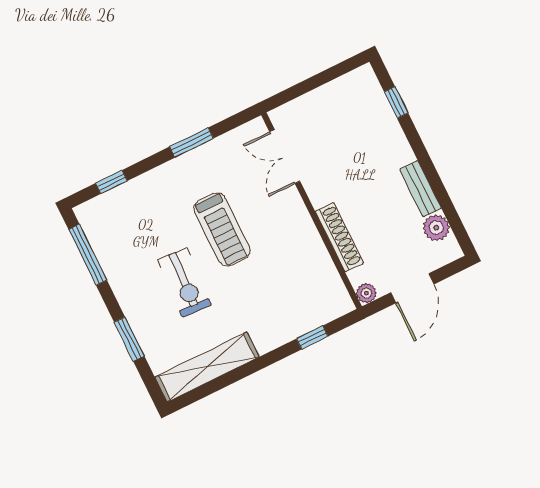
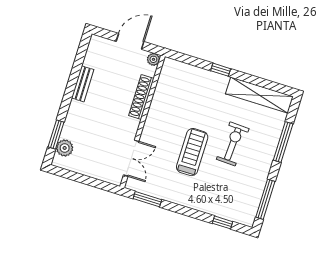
window: (396, 102) -> (56, 134), width x1.50
window: (191, 143) -> (147, 199), moved
plant: (436, 228) -> (65, 148), moved
window: (312, 337) -> (221, 70), moved
window: (129, 339) -> (283, 142), width x1.44

